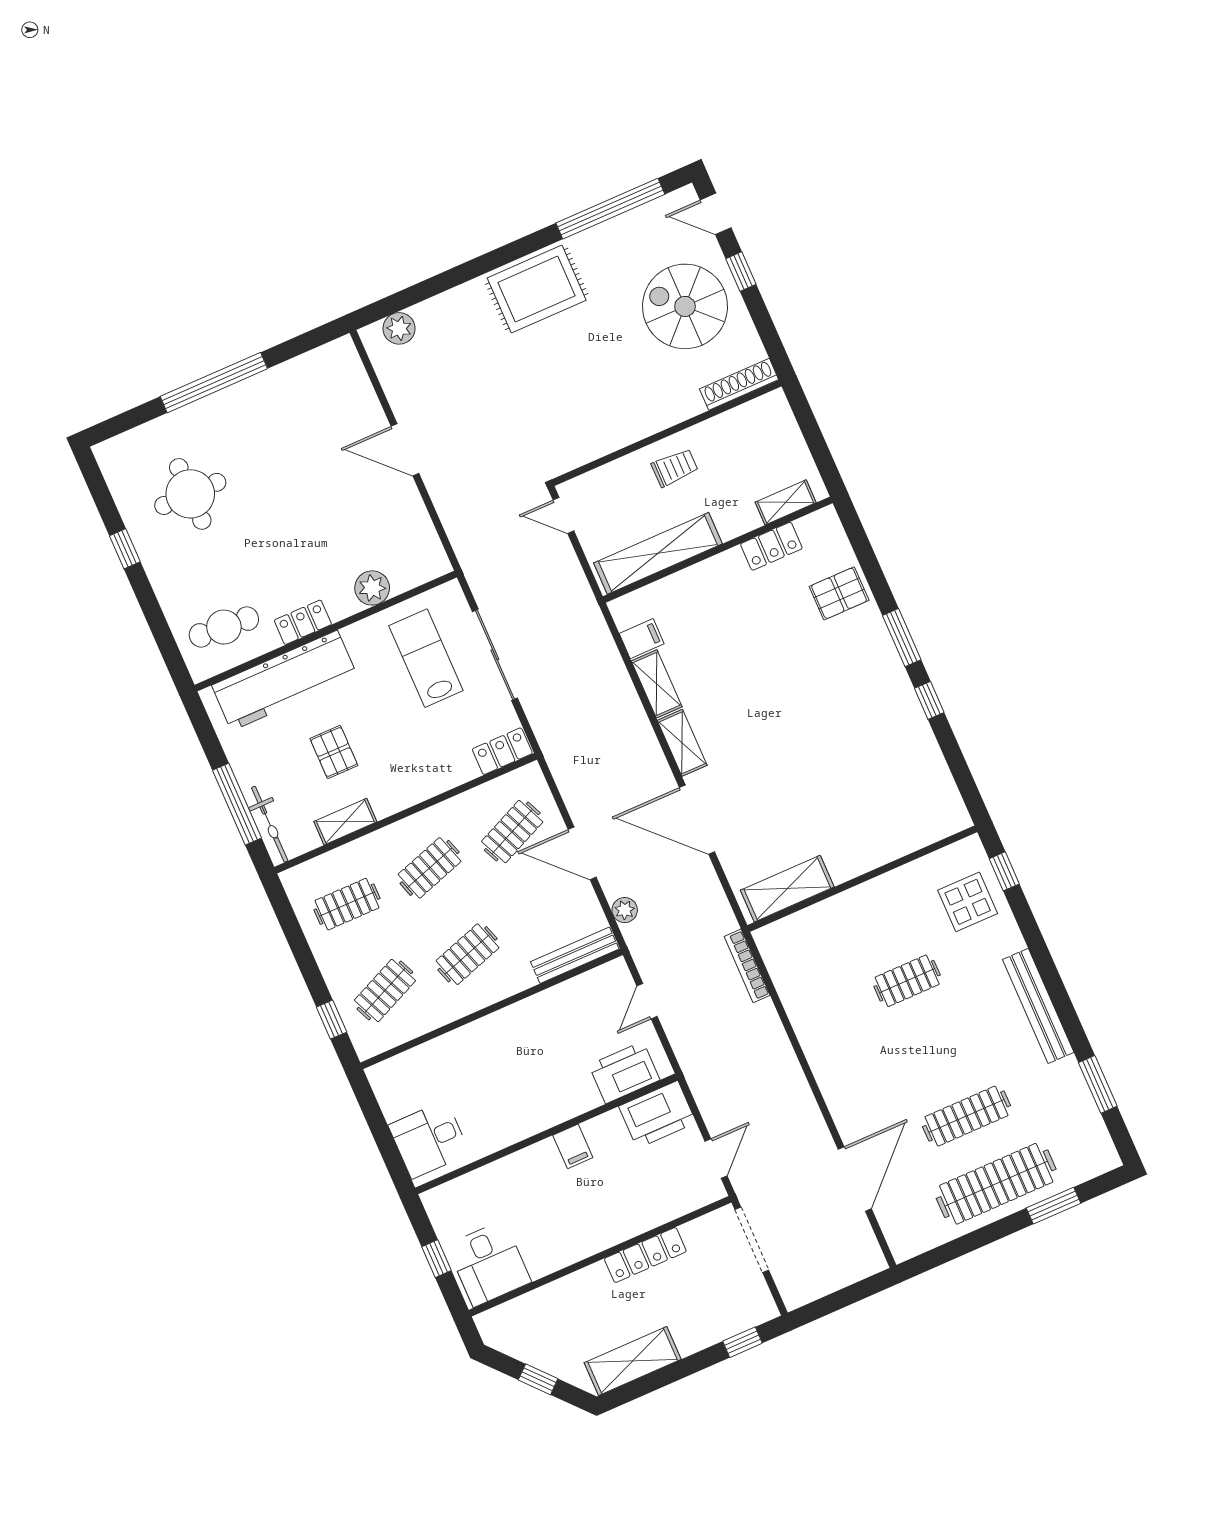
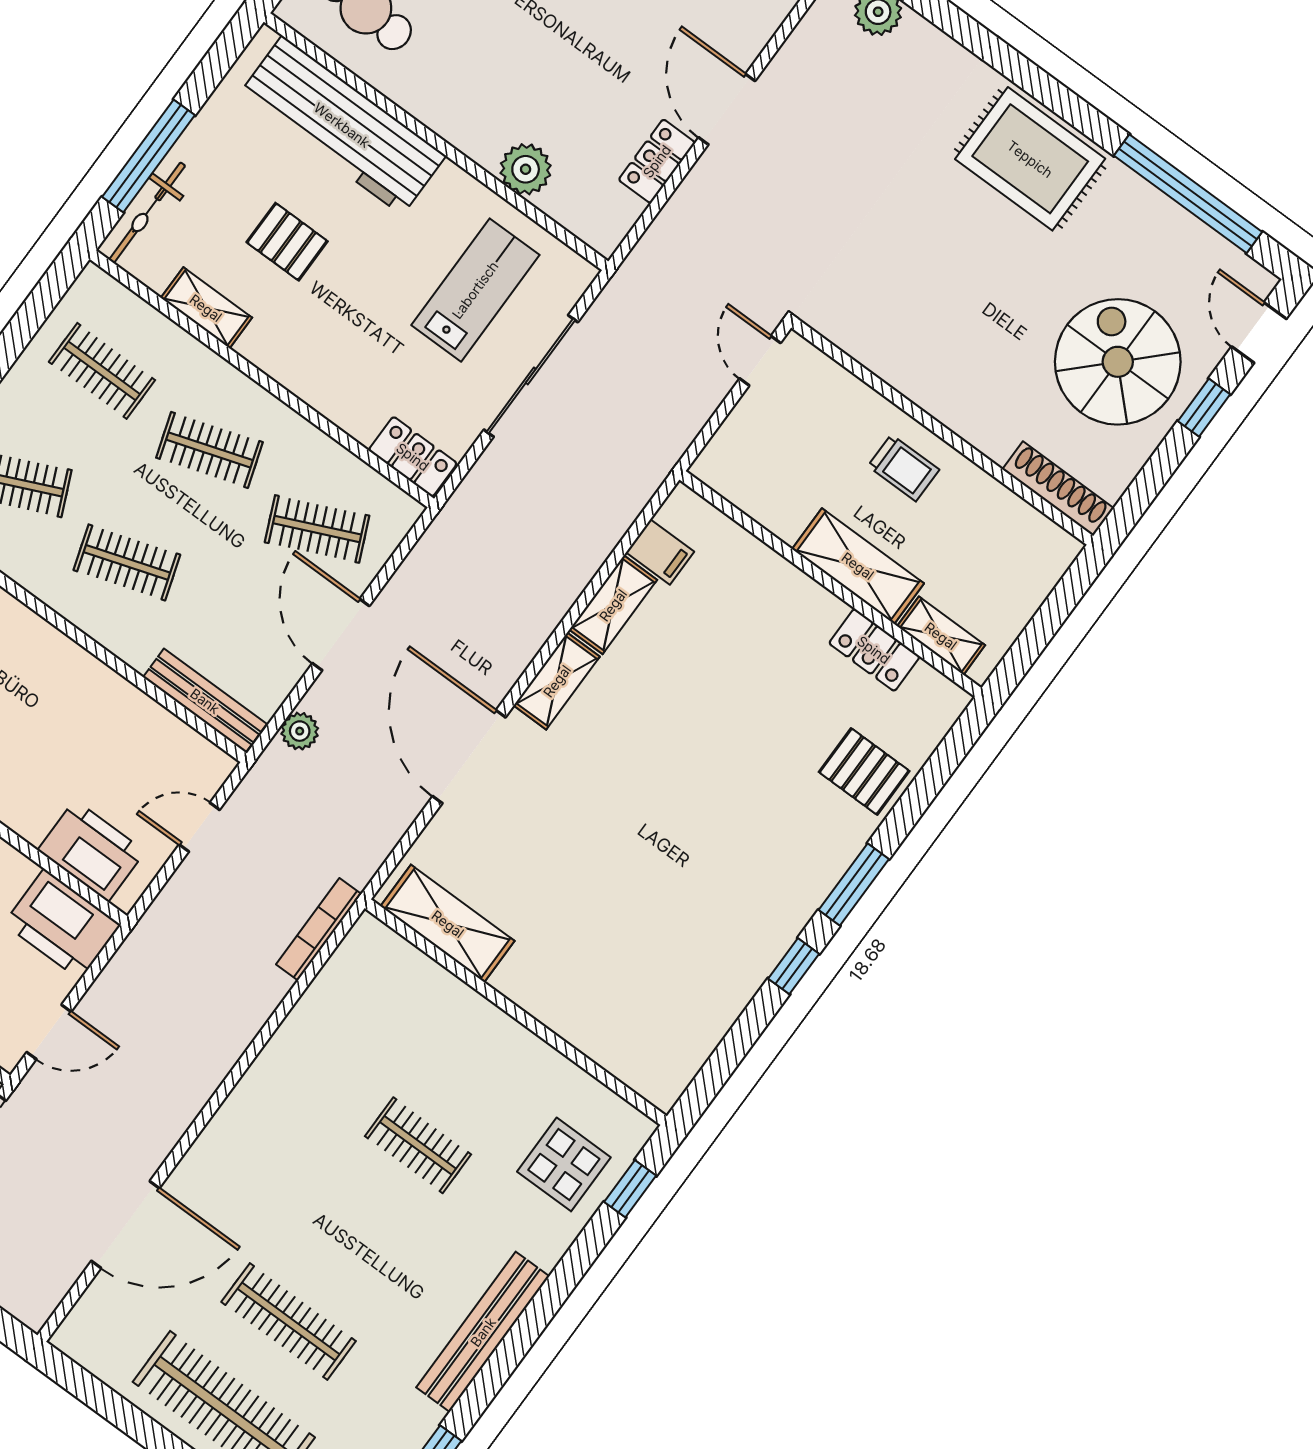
shelving: (658, 553) -> (858, 566), moved, width x0.68
locker: (303, 622) -> (657, 161), moved, turned -90
pallet: (334, 752) -> (287, 242), turned 90

